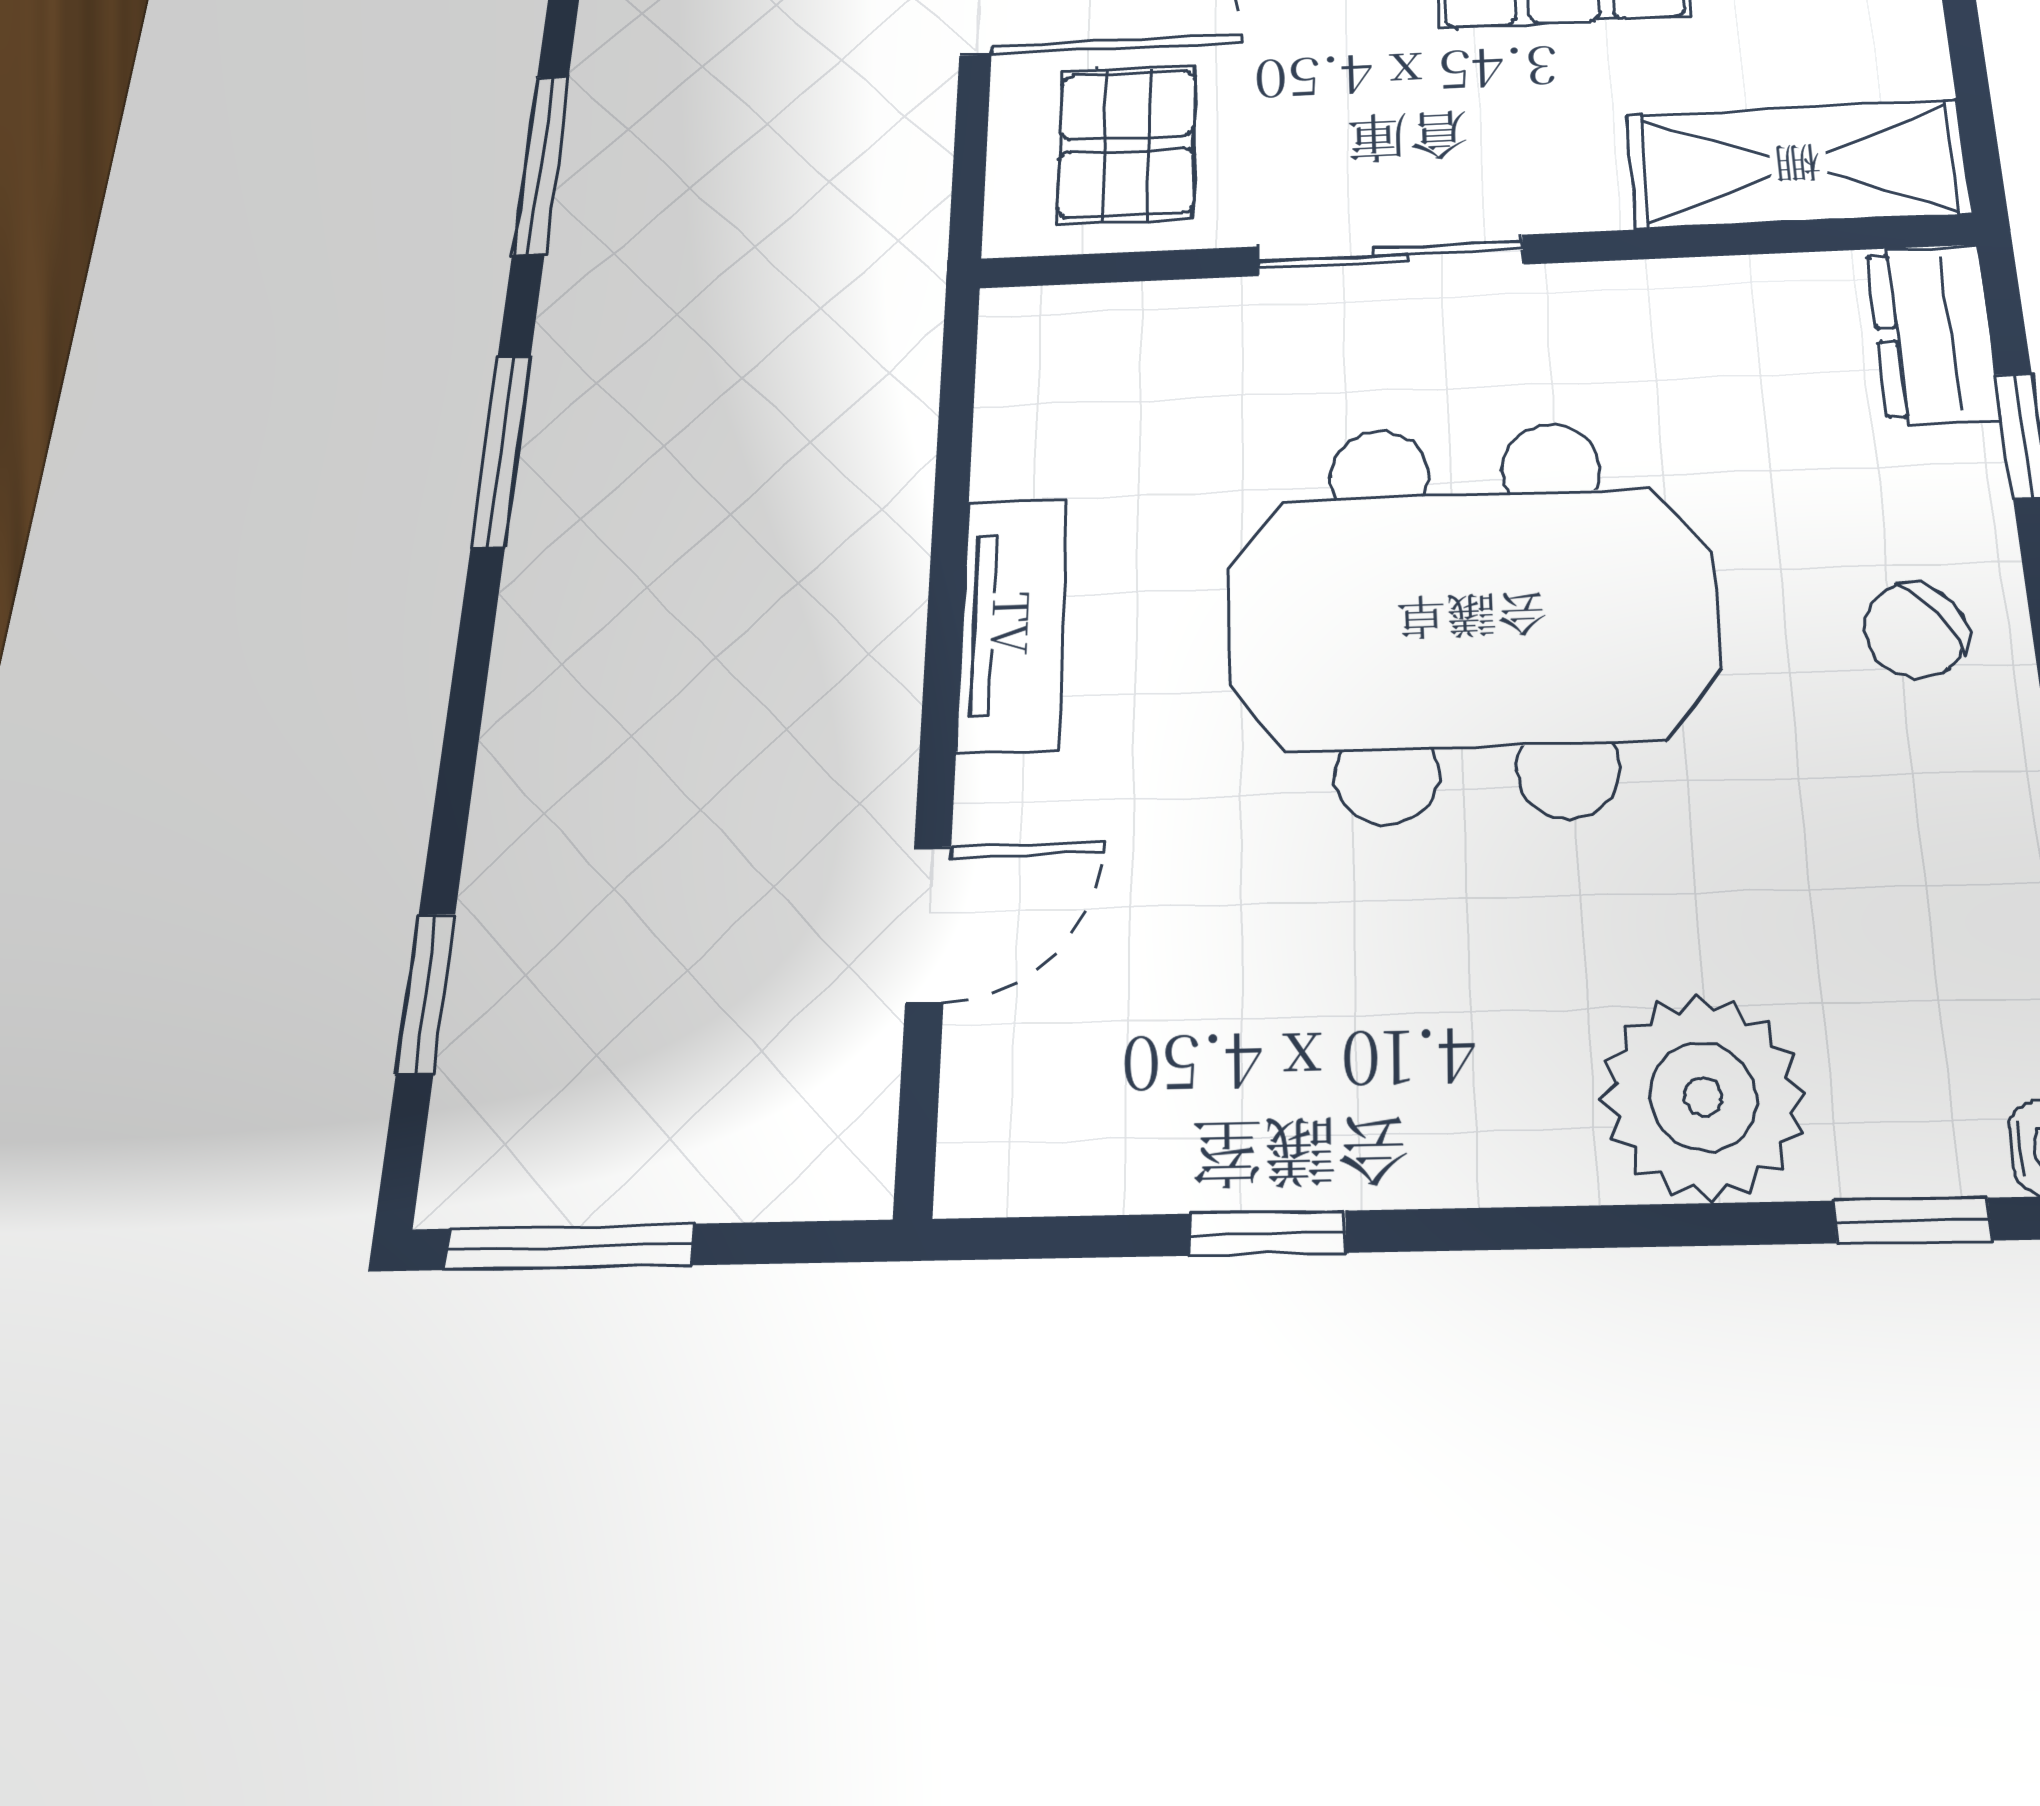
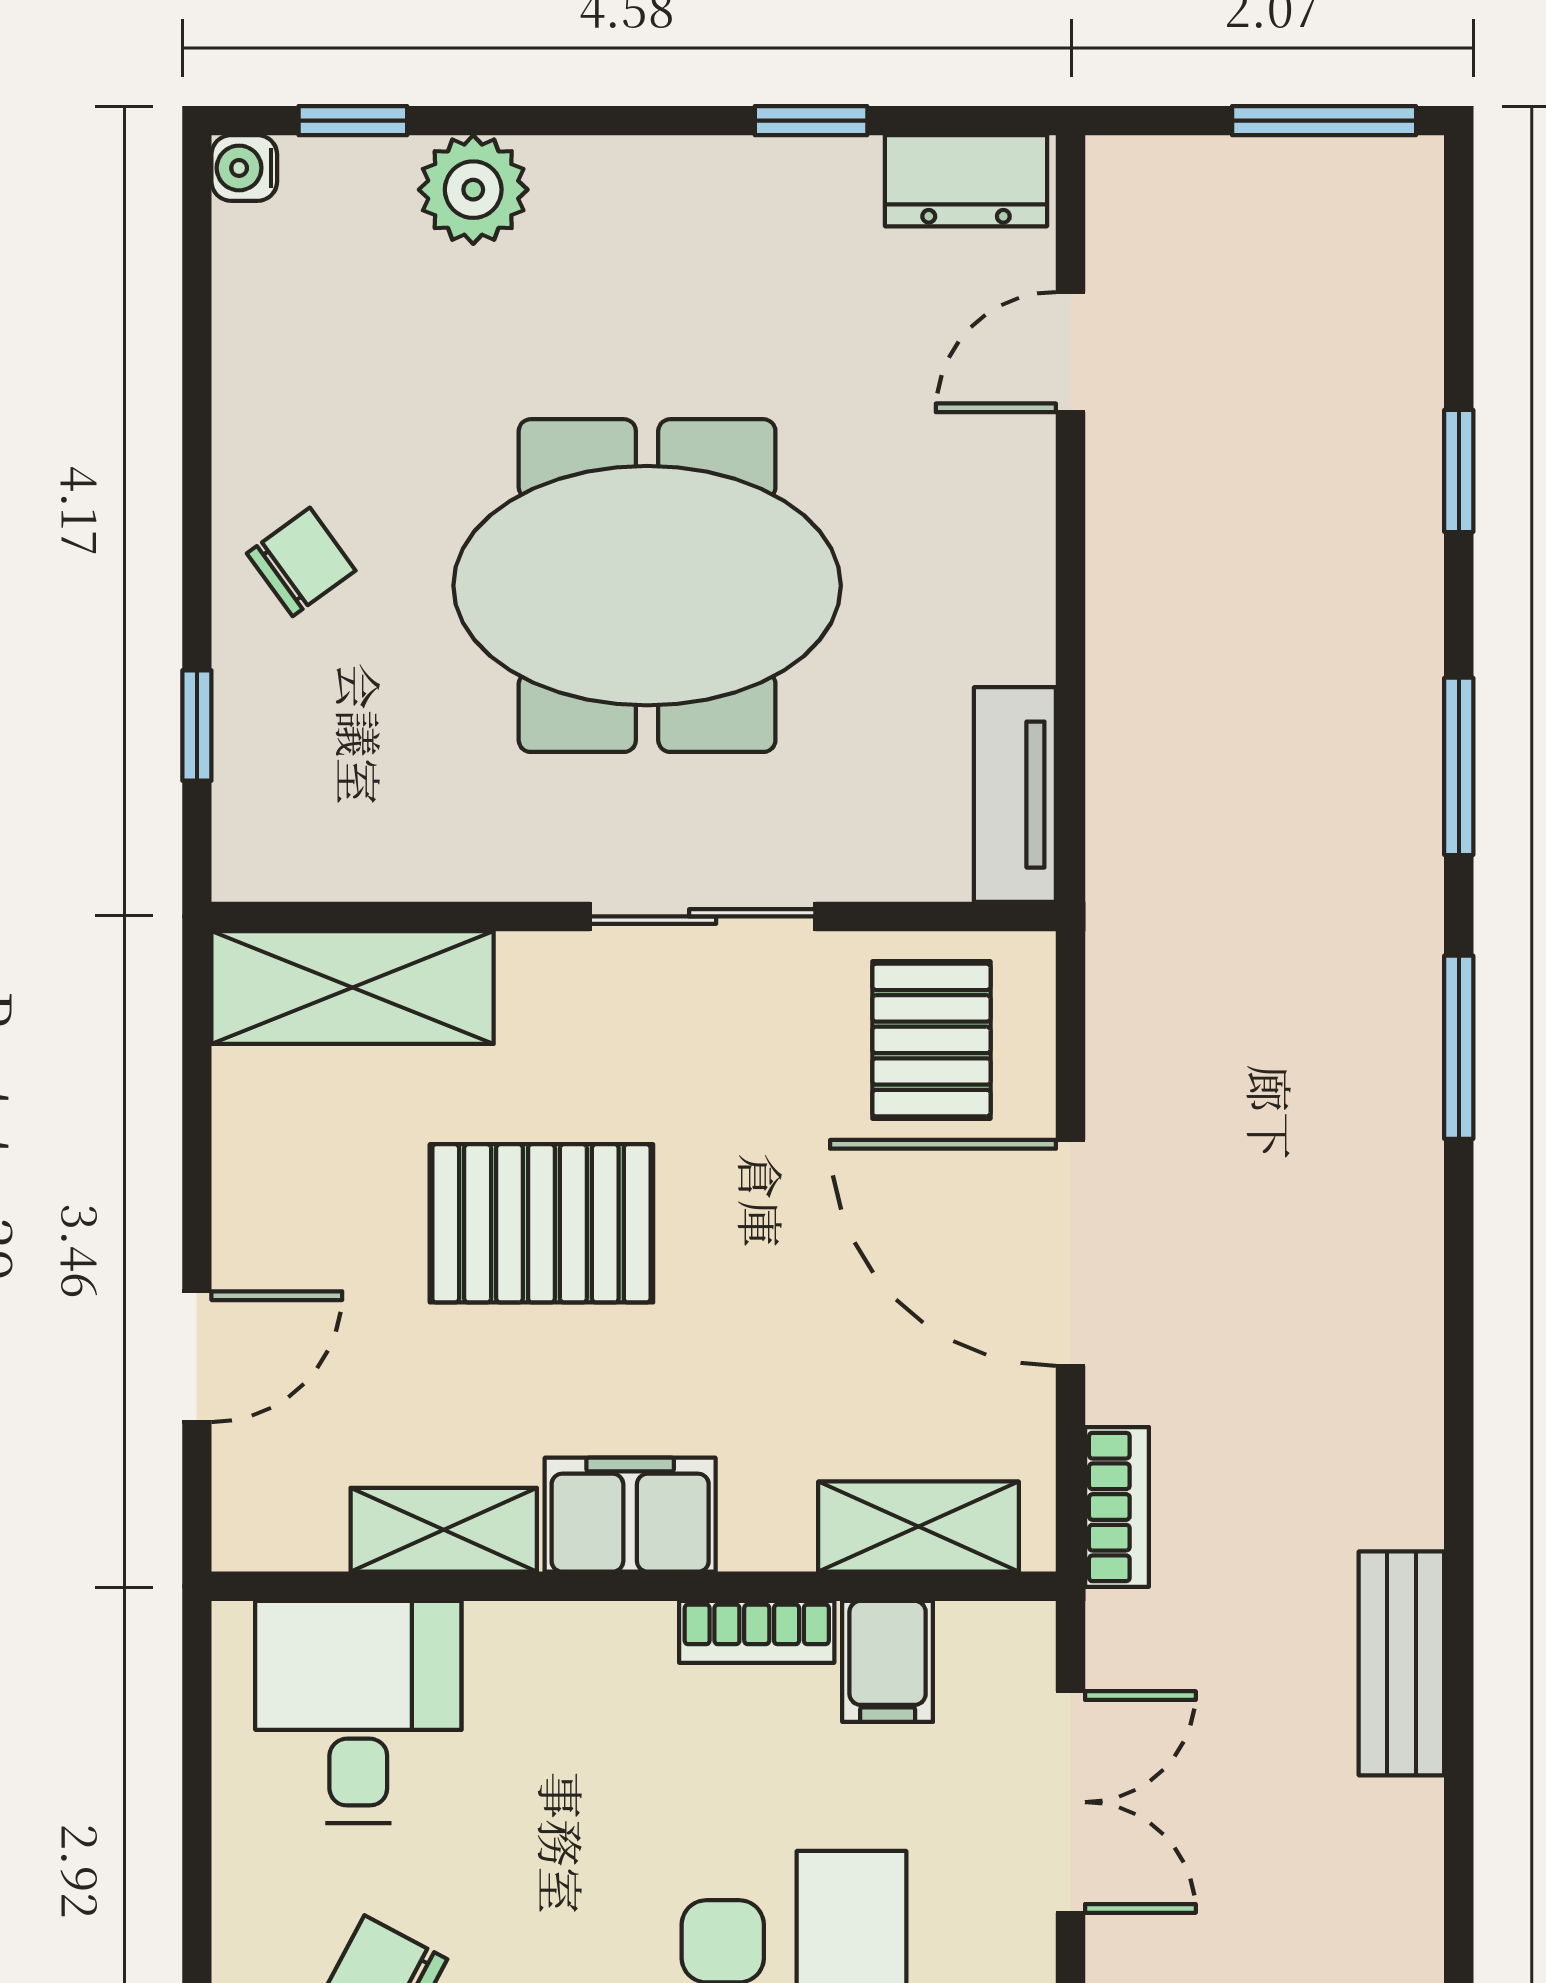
dresser: (1933, 333) -> (966, 181), moved, turned 90
tv unit: (1013, 624) -> (1015, 795), moved
window: (426, 993) -> (1459, 471), moved
plant: (1703, 1097) -> (473, 190), width x0.73, depth x0.73

